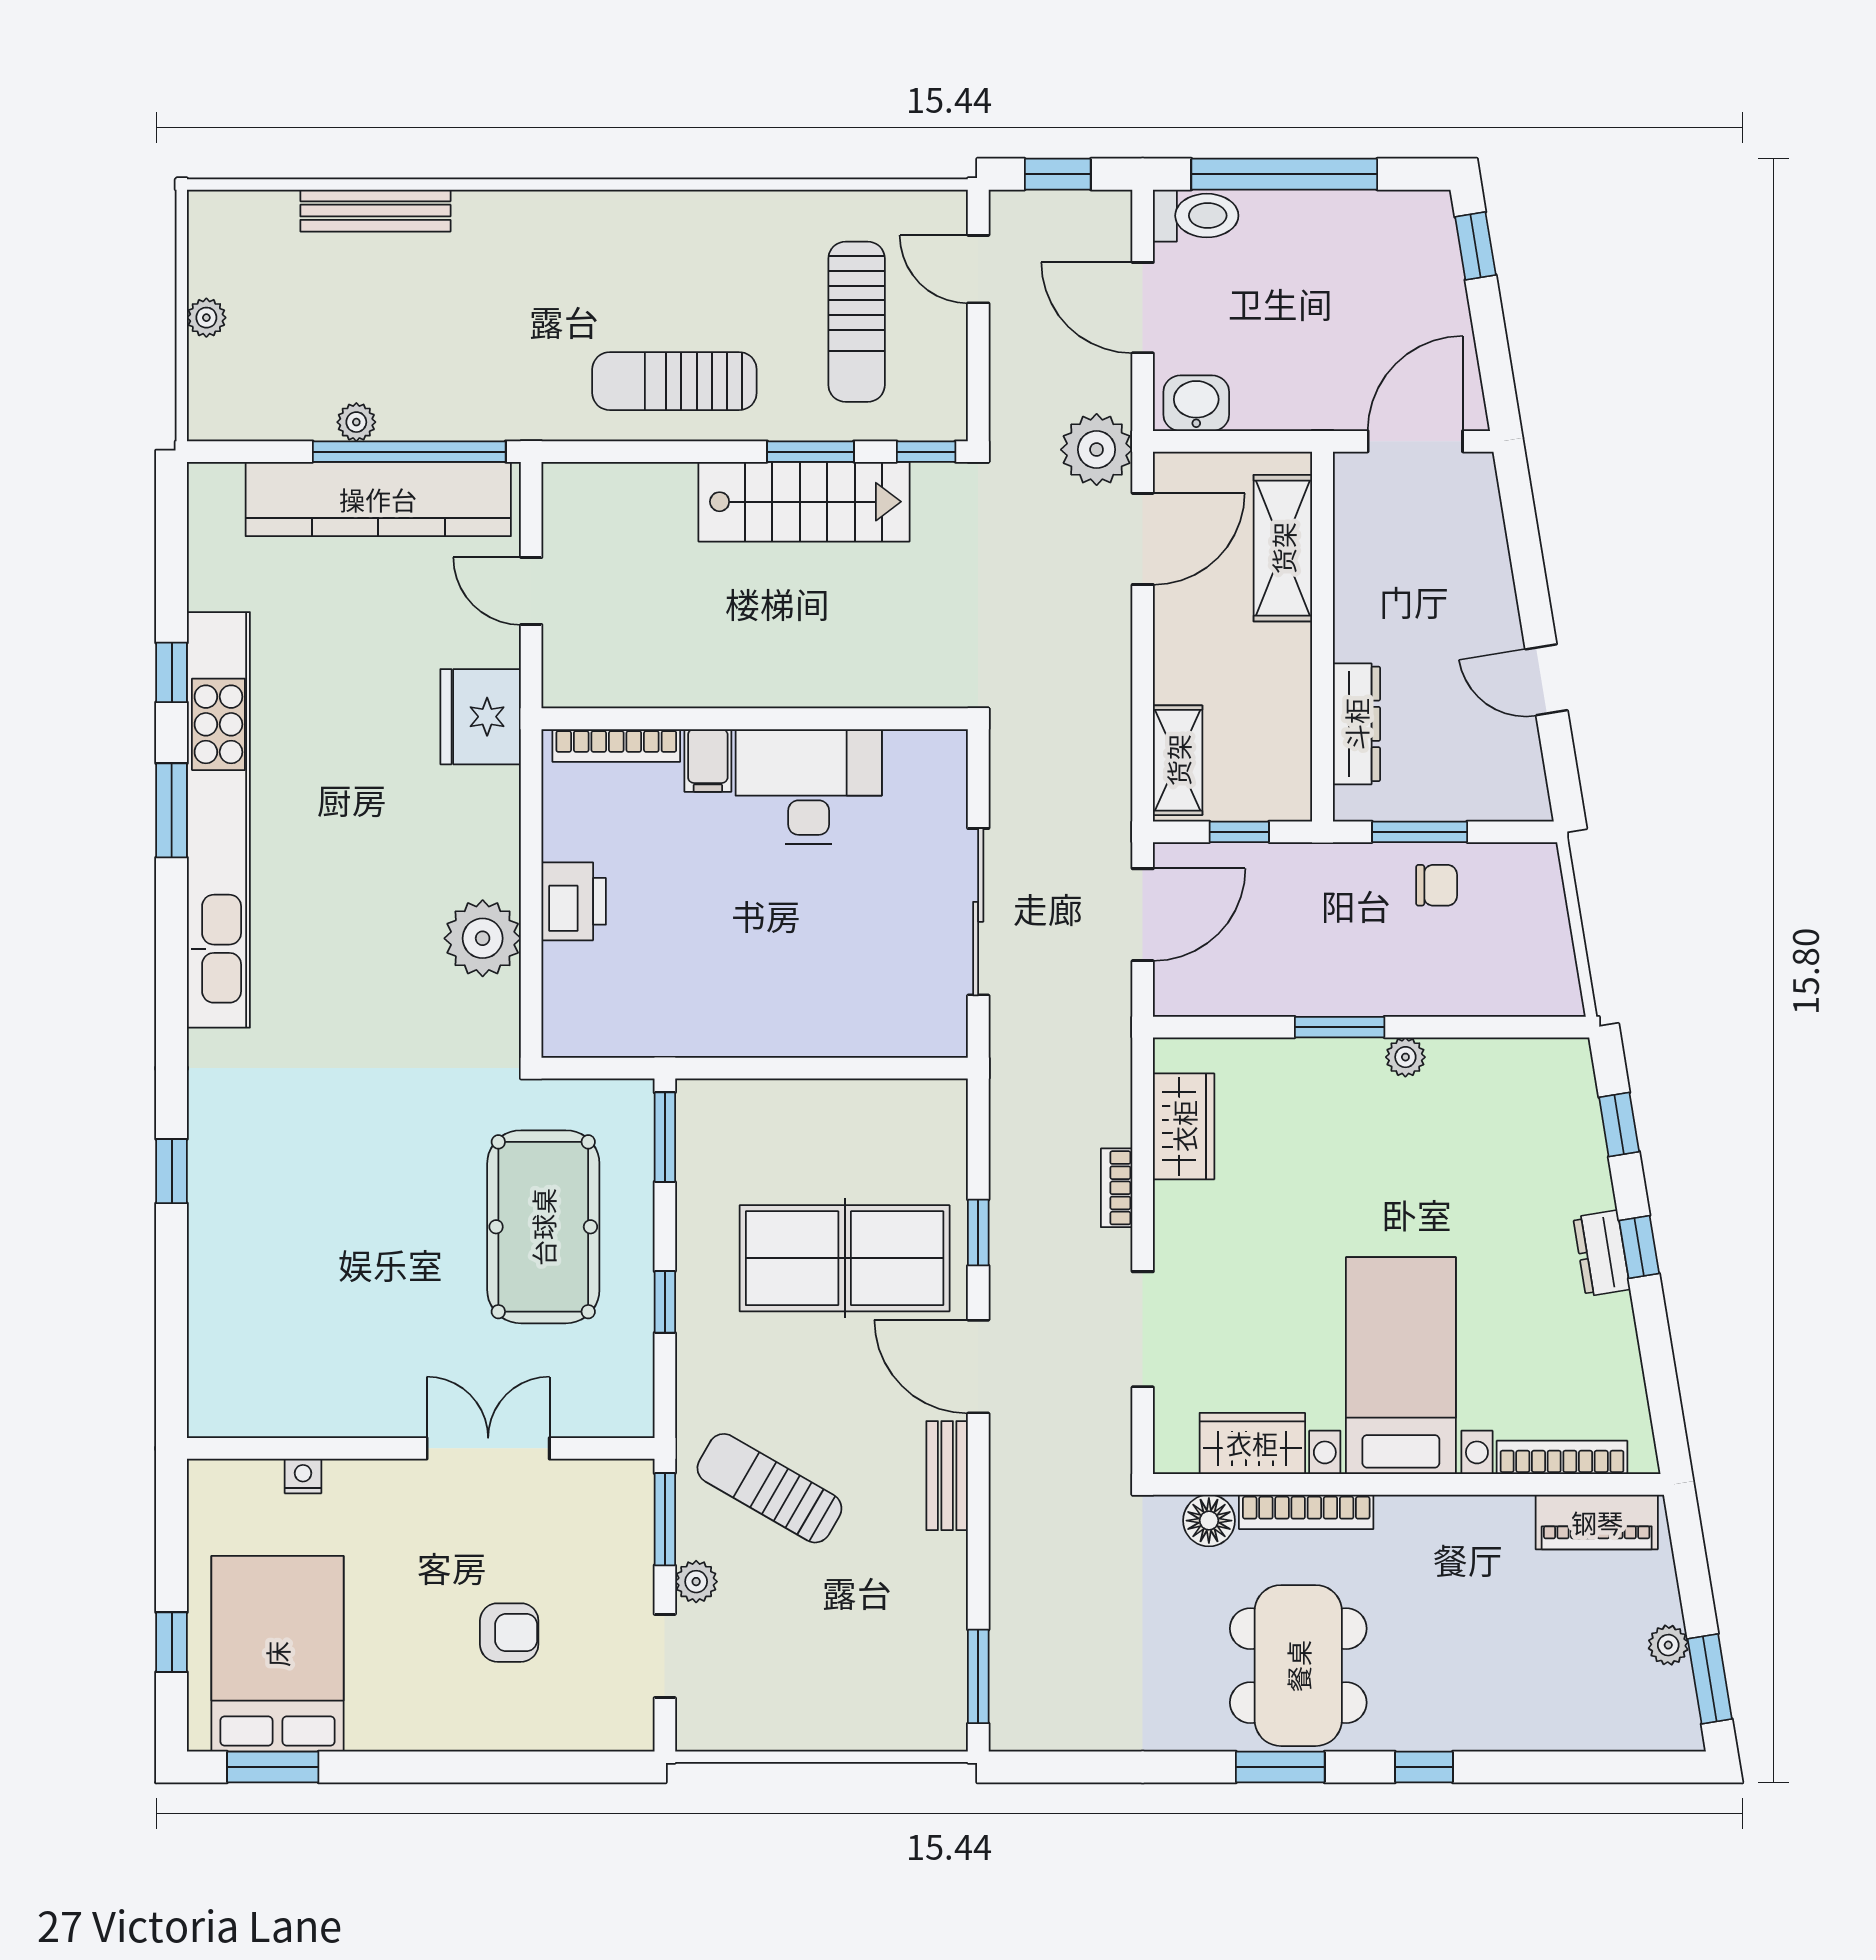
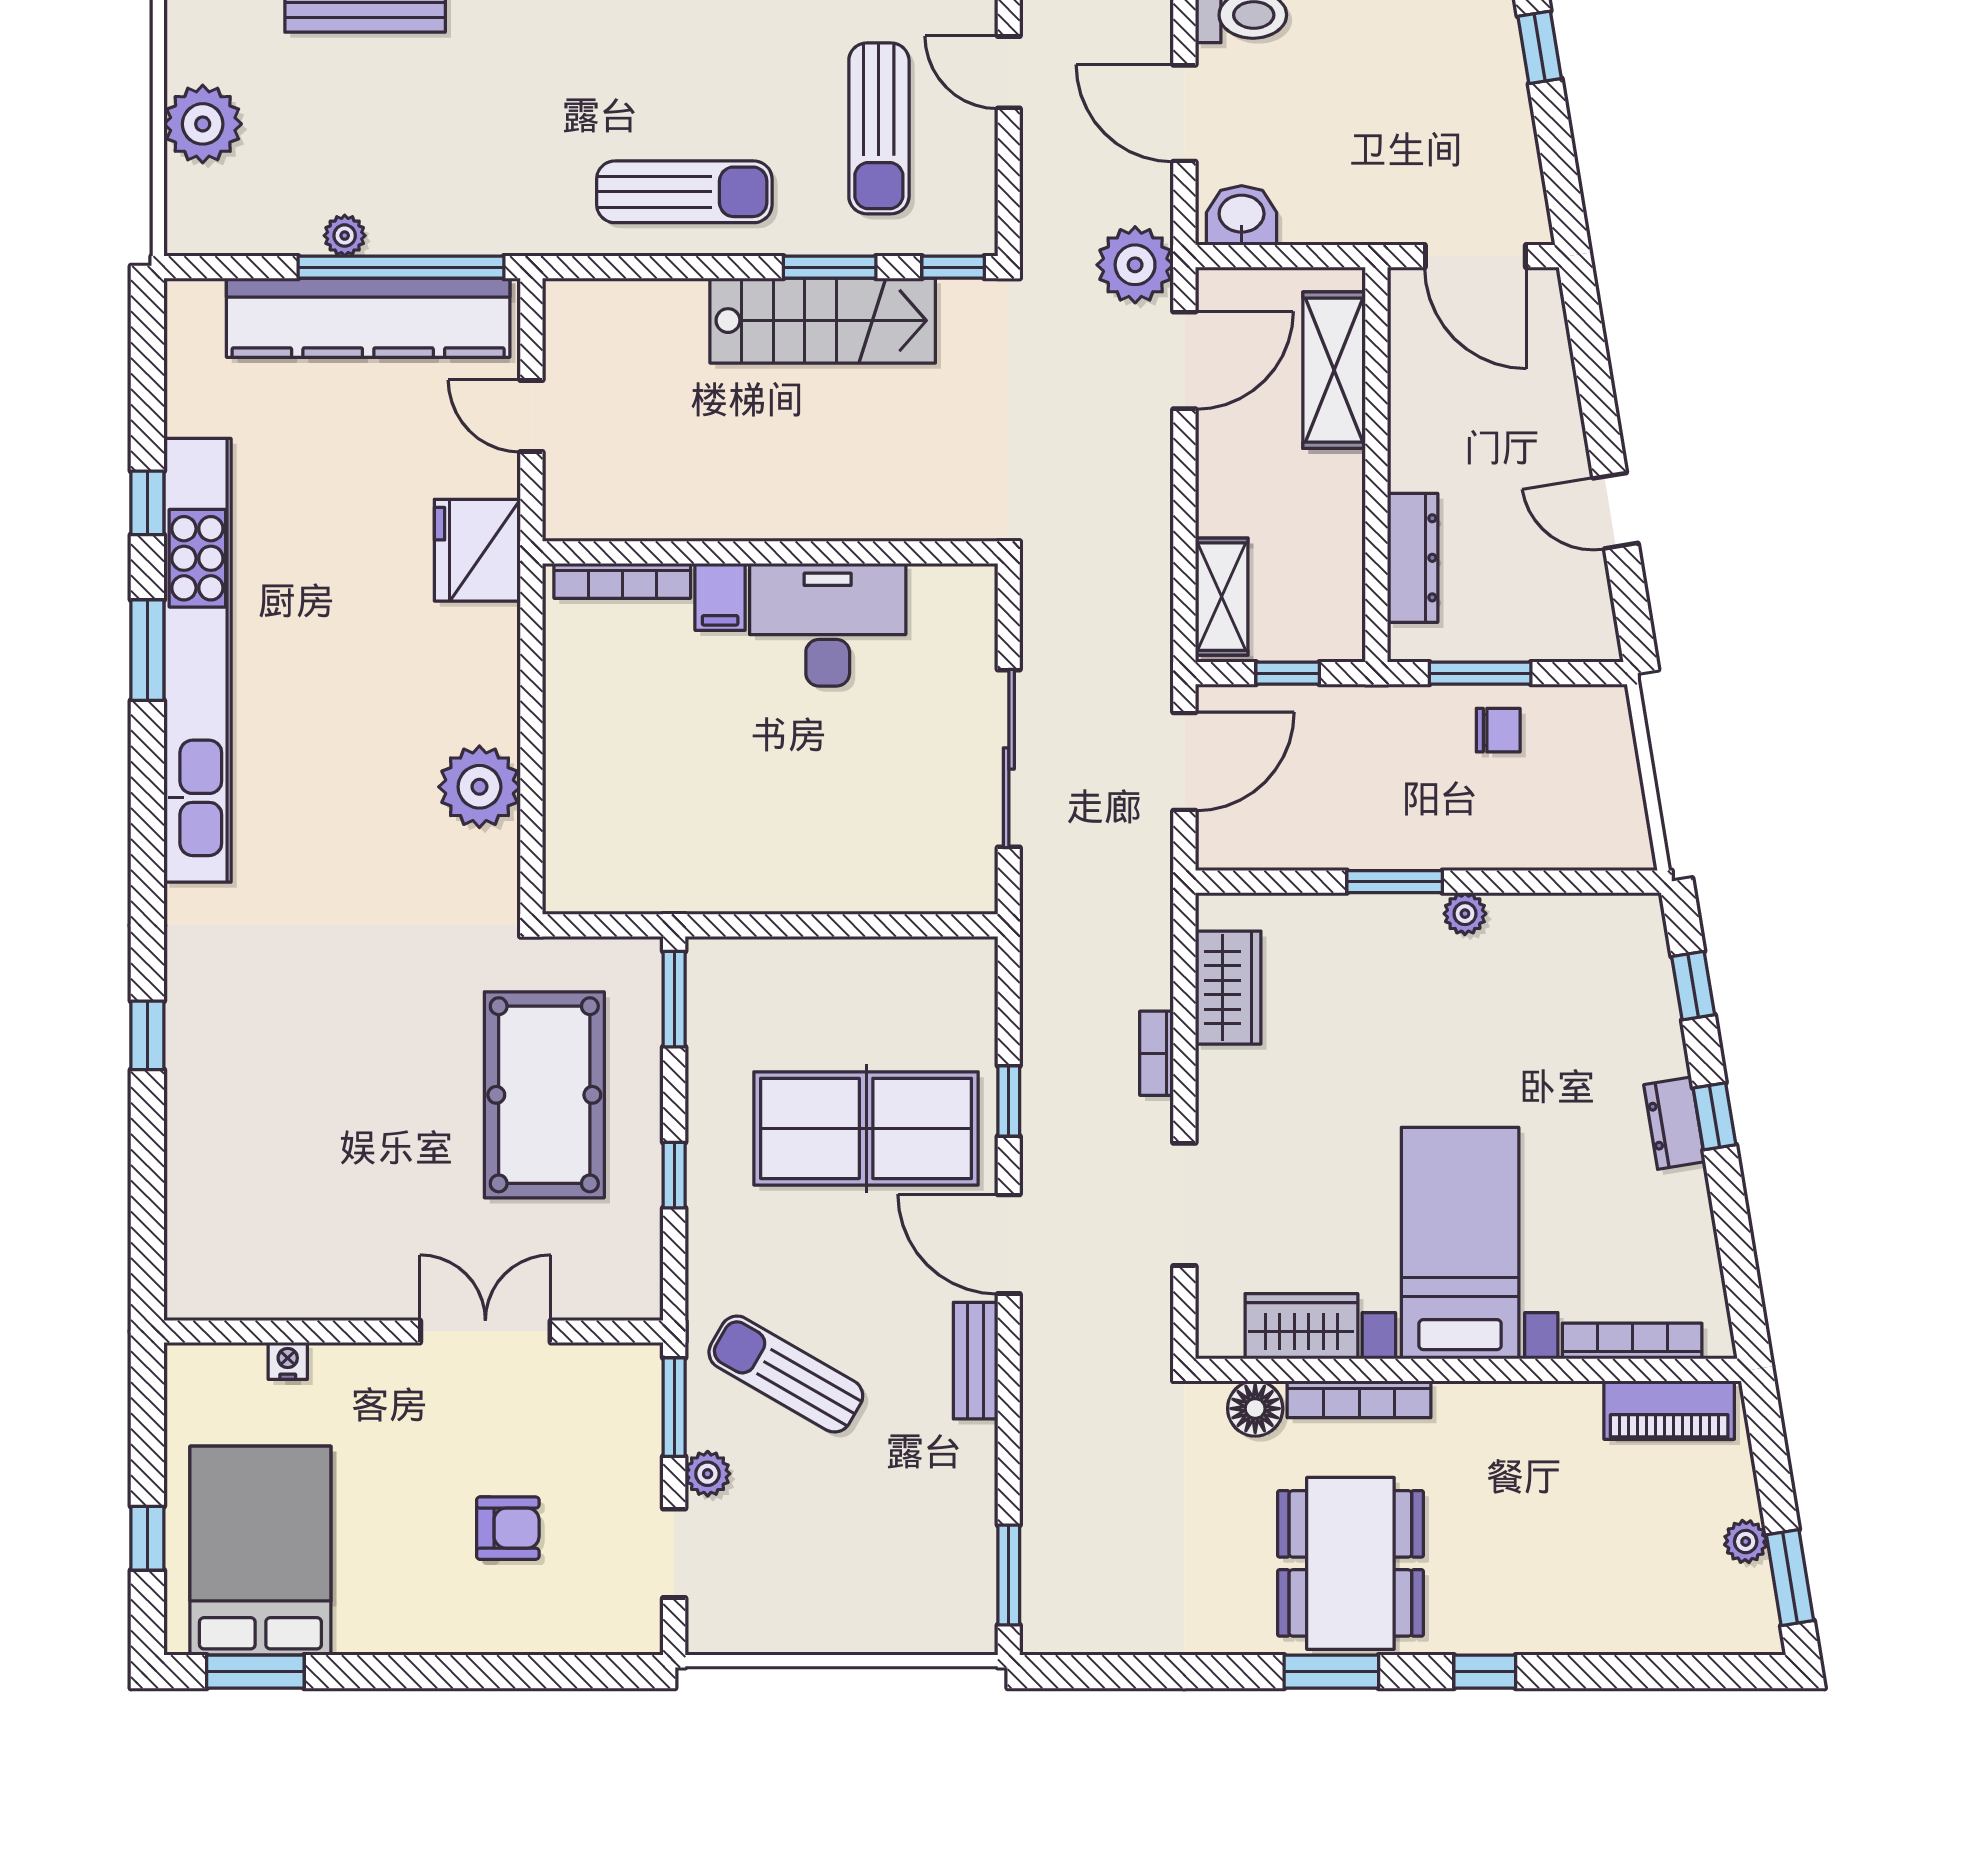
plant: (206, 318) -> (203, 124), width x1.88, depth x1.88
sun lounger: (674, 381) -> (684, 192), turned 180
door: (1415, 441) -> (1475, 256), swing flipped
printer: (574, 901) -> (577, 747), removed

